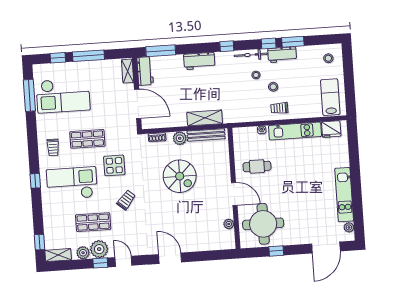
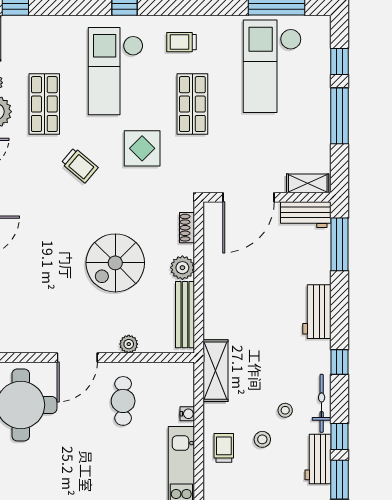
shelving: (205, 118) -> (215, 371), moved
checkout: (72, 183) -> (116, 71), turned 180
plant: (229, 224) -> (129, 344), moved

